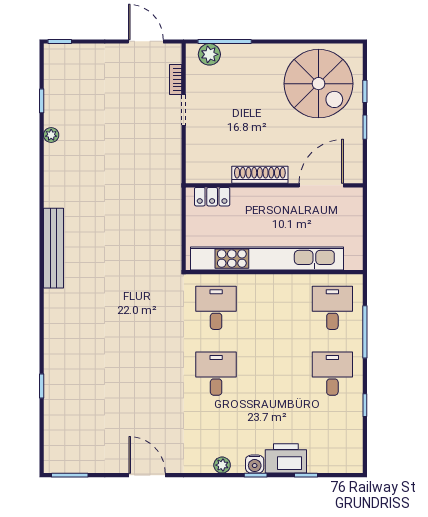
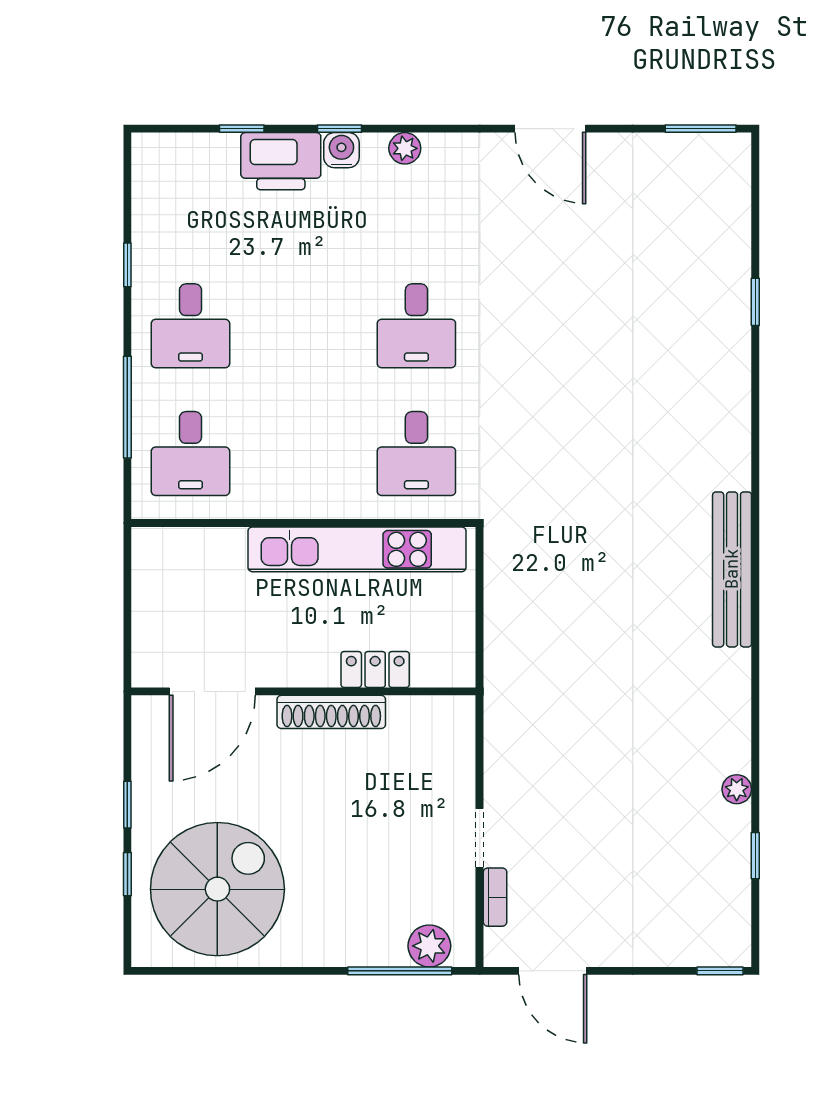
spiral stairs: (318, 84) -> (217, 889), turned 90
locker: (212, 197) -> (375, 669), moved
kitchen unit: (267, 259) -> (357, 549), width x0.73

